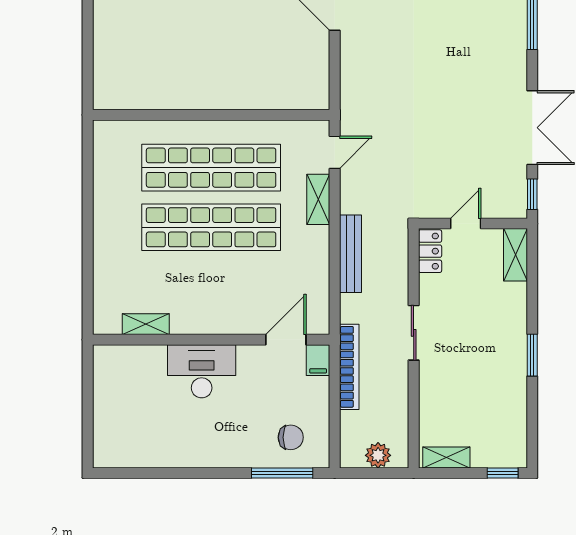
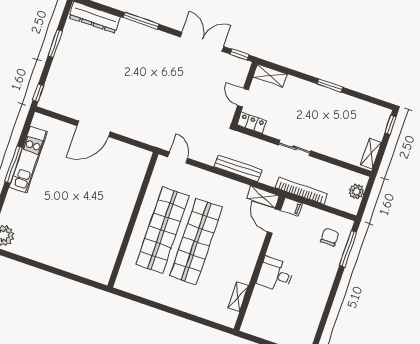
shelving: (318, 199) -> (263, 197), moved
desk: (202, 371) -> (275, 275), width x0.73

